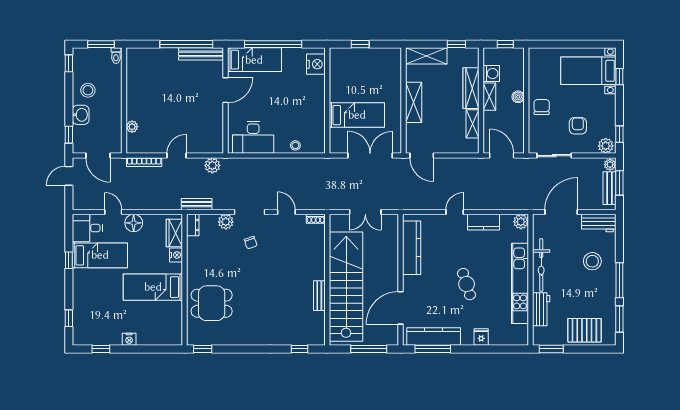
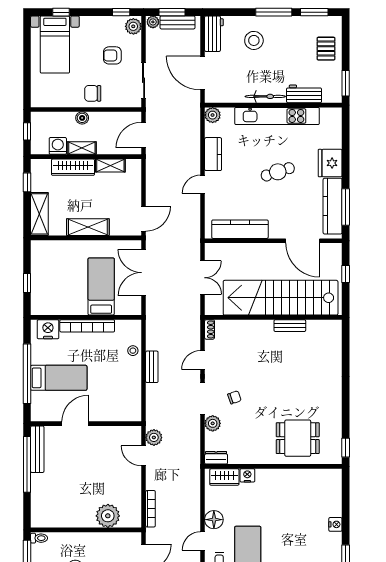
bed: (254, 60) -> (59, 378), moved, turned 90
door: (226, 90) -> (75, 424), hinge flipped
bookcase: (319, 102) -> (87, 326), added
plant: (132, 127) -> (108, 516), width x1.87, depth x1.87
desk: (253, 137) -> (125, 395), removed
door: (177, 156) -> (144, 456), moved
bench: (197, 204) -> (152, 367), moved
door: (455, 212) -> (203, 184), hinge flipped
bicycle: (541, 265) -> (265, 96), width x0.73, depth x0.71
bed: (153, 287) -> (281, 500), removed
dining table: (212, 303) -> (298, 438), turned 90
pallet: (584, 330) -> (326, 49), width x0.67, depth x0.71
fridge: (481, 337) -> (330, 163), width x1.88, depth x1.34
window: (300, 349) -> (346, 346), removed
window: (369, 349) -> (346, 274), width x0.46

